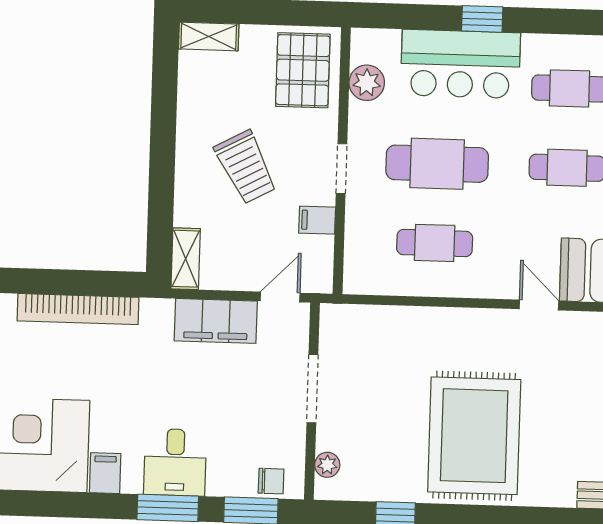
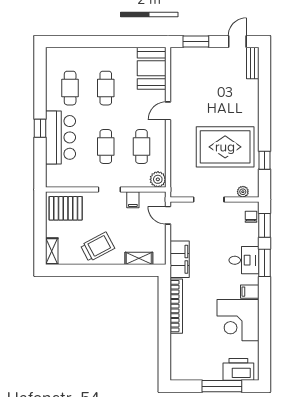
plant: (367, 83) -> (158, 179), moved
cafe table: (437, 164) -> (106, 147), width x0.73, depth x0.74
trolley: (246, 167) -> (97, 247), moved
shelving: (186, 259) -> (139, 258), moved
door: (539, 305) -> (168, 111), moved
filing cabinet: (216, 321) -> (180, 259), moved
rug: (474, 436) -> (225, 147), moved

